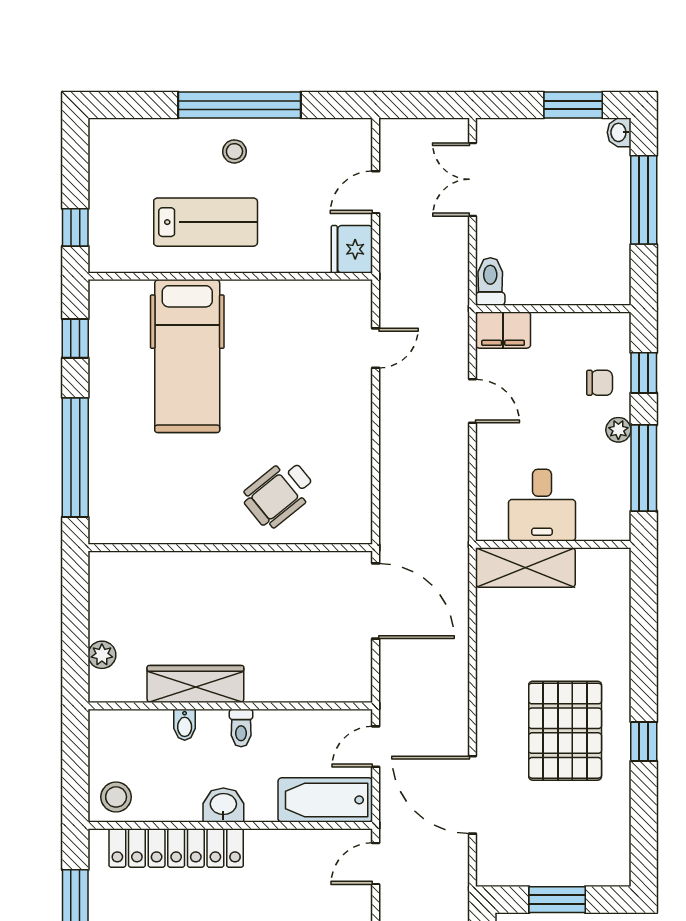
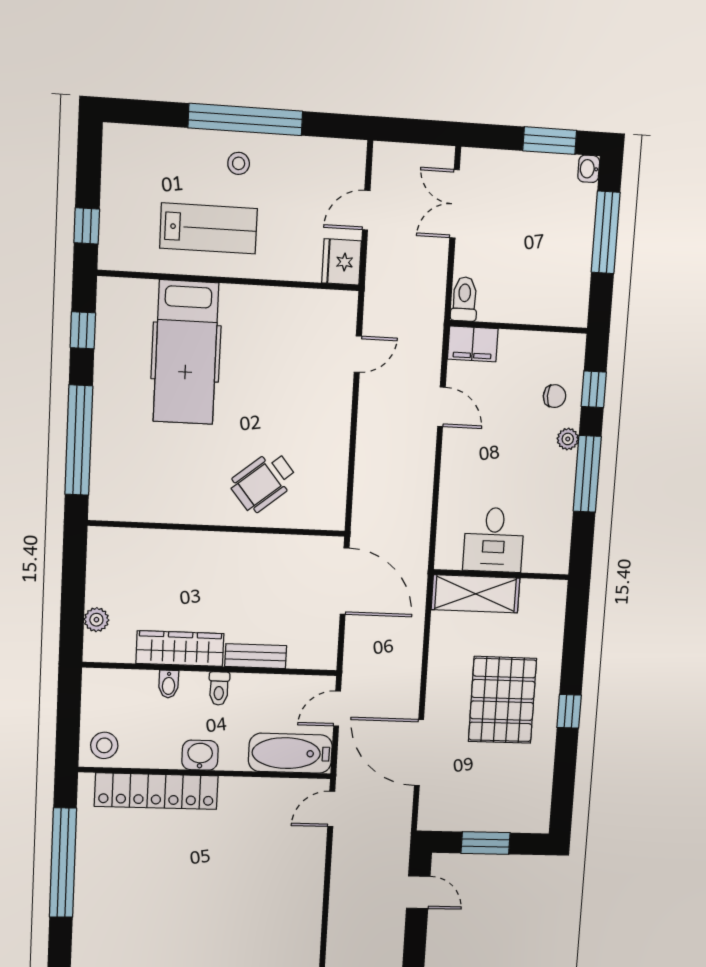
desk: (542, 505) -> (494, 540), moved
wall: (553, 544) -> (501, 575), moved
shelving: (525, 567) -> (476, 594), moved
bench: (280, 690) -> (256, 656), added

